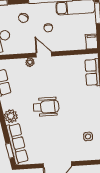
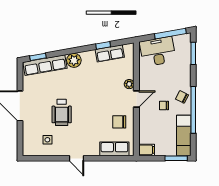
chair: (23, 18) -> (182, 97), moved
chair: (67, 69) -> (119, 122), added
wheelchair: (46, 107) -> (62, 112), moved

